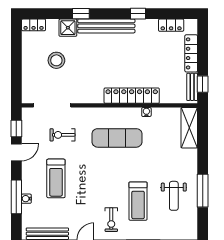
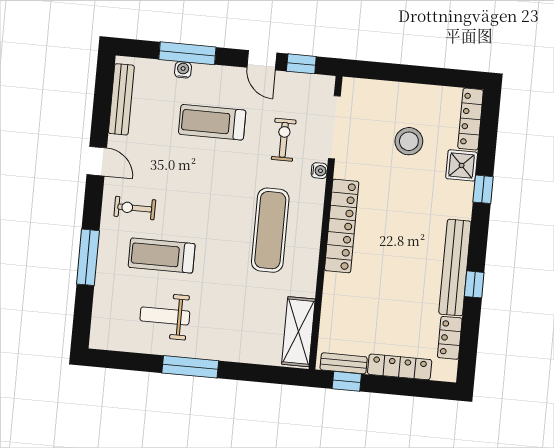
locker: (34, 25) -> (471, 119), width x1.53
bench: (106, 26) -> (455, 268), moved
locker: (132, 96) -> (342, 226), moved
water cooler: (146, 112) -> (319, 171), moved
shelving: (189, 128) -> (298, 332), moved, turned 90
window: (203, 191) -> (190, 367), moved

